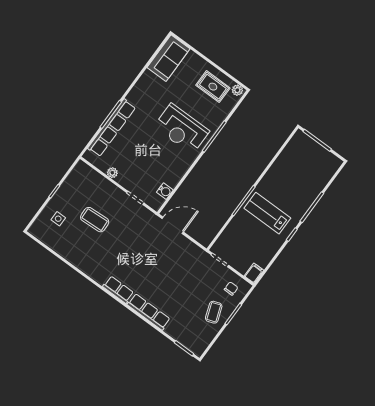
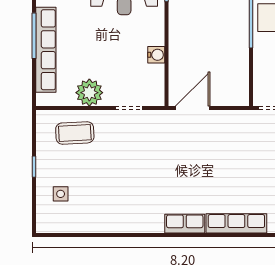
plant: (112, 173) -> (89, 93), width x1.88, depth x1.88
water cooler: (165, 191) -> (156, 55), moved
coffee table: (95, 220) -> (75, 133), moved

